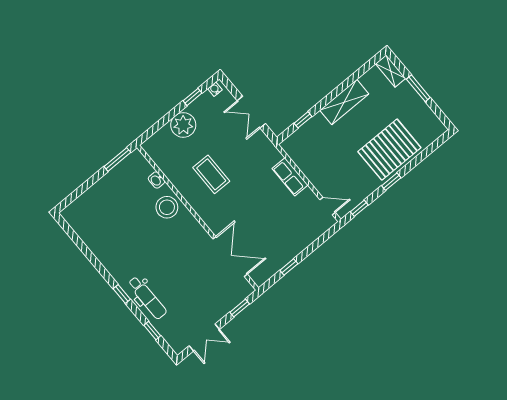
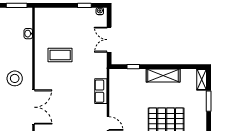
plant: (183, 125) -> (67, 16), removed
coffee table: (211, 174) -> (60, 55), turned 90
stool: (167, 207) -> (15, 78), moved

